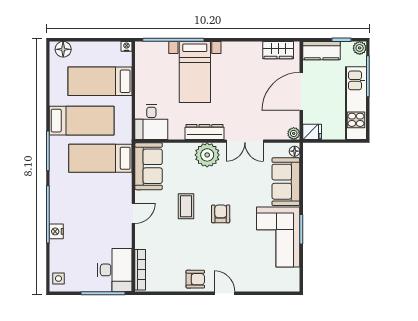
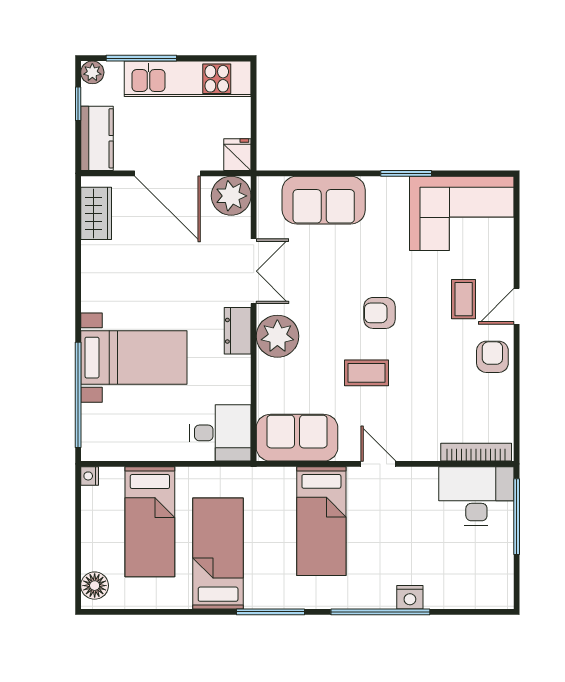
dresser: (204, 132) -> (238, 331), width x0.70
plant: (294, 133) -> (231, 196), width x1.88, depth x1.88
floor lamp: (295, 151) -> (271, 185), removed
bed: (100, 158) -> (321, 521), moved
corner sofa: (278, 237) -> (462, 213), moved
coffee table: (229, 262) -> (464, 299), added
side table: (58, 279) -> (491, 594), removed

